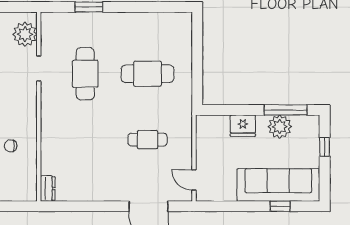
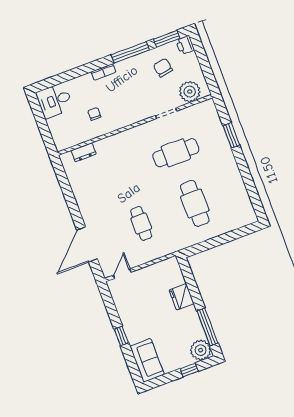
plant: (280, 127) -> (201, 350), moved
sofa: (278, 185) -> (147, 360), width x0.54, depth x0.79
dresser: (48, 188) -> (84, 152), moved
window: (280, 206) -> (121, 336), moved

